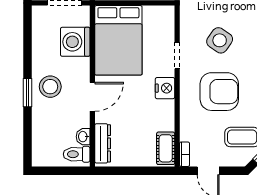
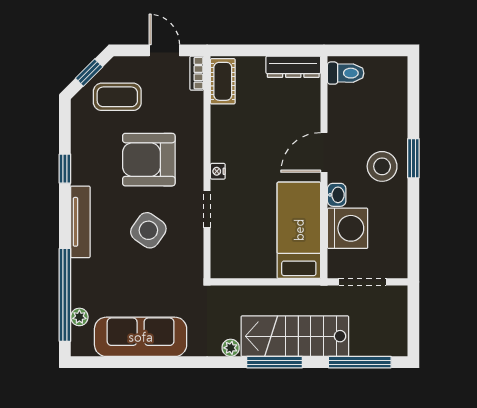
bed: (118, 40) -> (299, 230), width x0.67
nightstand: (165, 88) -> (218, 171), width x0.53, depth x0.56
washbasin: (83, 137) -> (337, 195), moved
dresser: (103, 143) -> (293, 67), moved, turned -90

